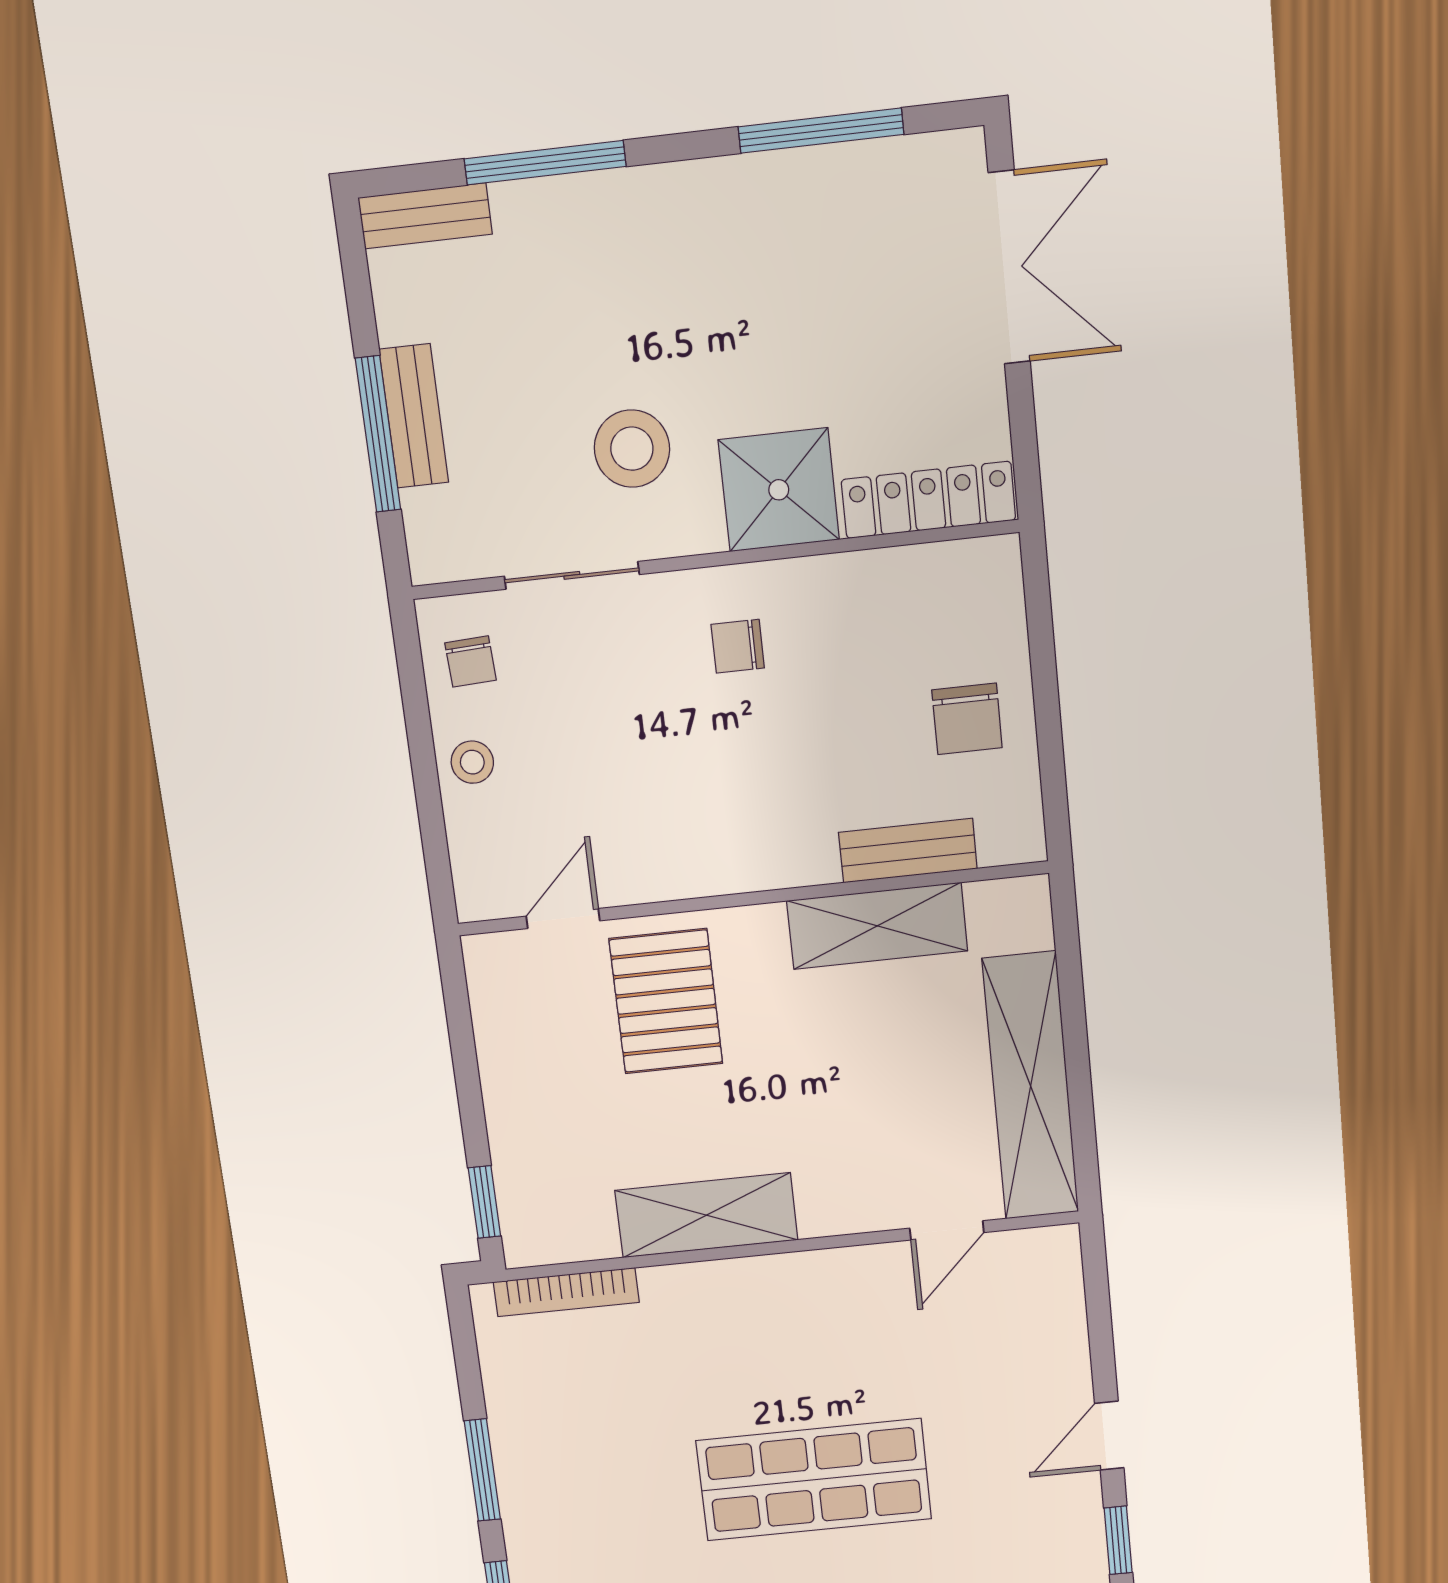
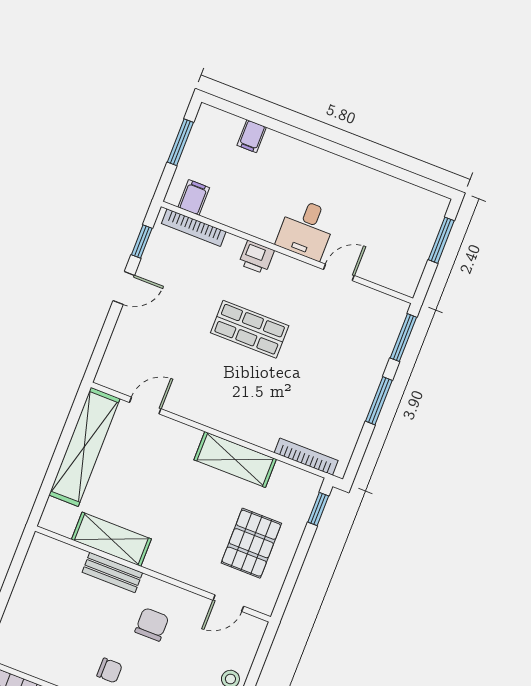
chair: (967, 719) -> (152, 624), moved
bench: (908, 851) -> (112, 572), moved
pallet: (666, 1001) -> (251, 543), moved
shop shelf: (814, 1480) -> (250, 329), width x0.70, depth x0.74

